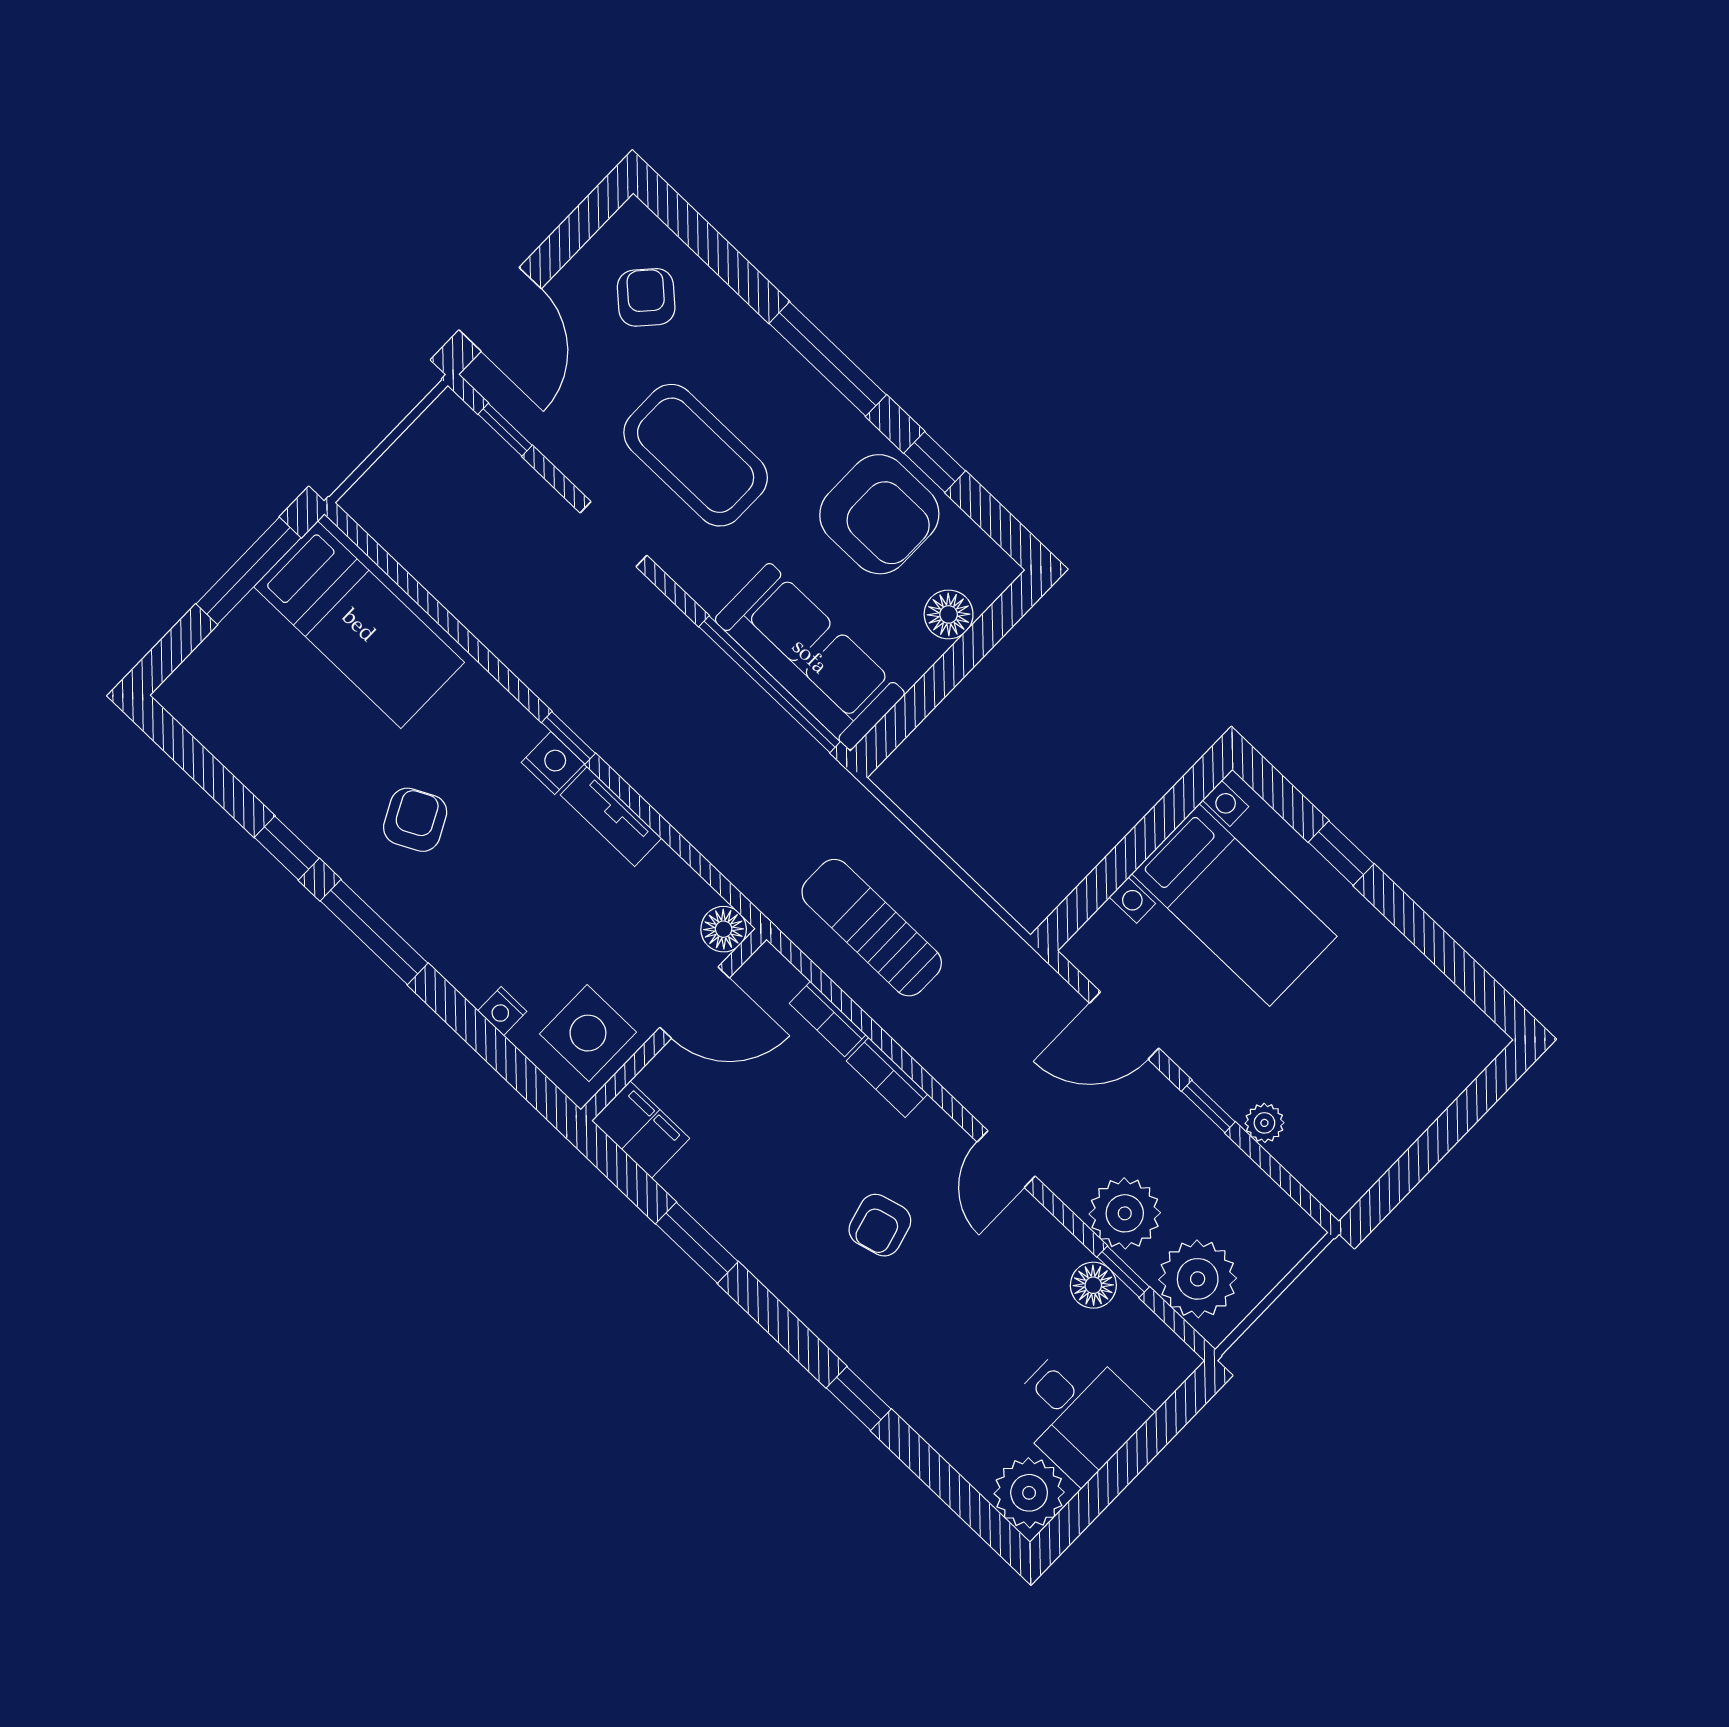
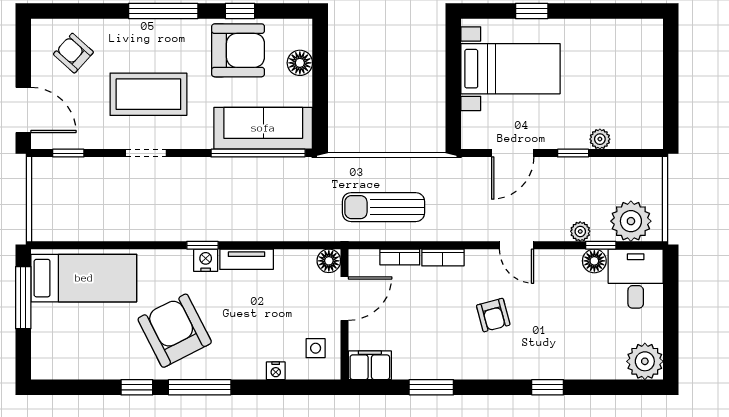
armchair: (415, 820) -> (175, 331), width x1.88, depth x1.88
side table: (588, 1033) -> (316, 348), width x0.54, depth x0.54
plant: (1125, 1213) -> (580, 231), width x0.53, depth x0.53
desk: (1077, 1411) -> (636, 279), moved, turned -90

